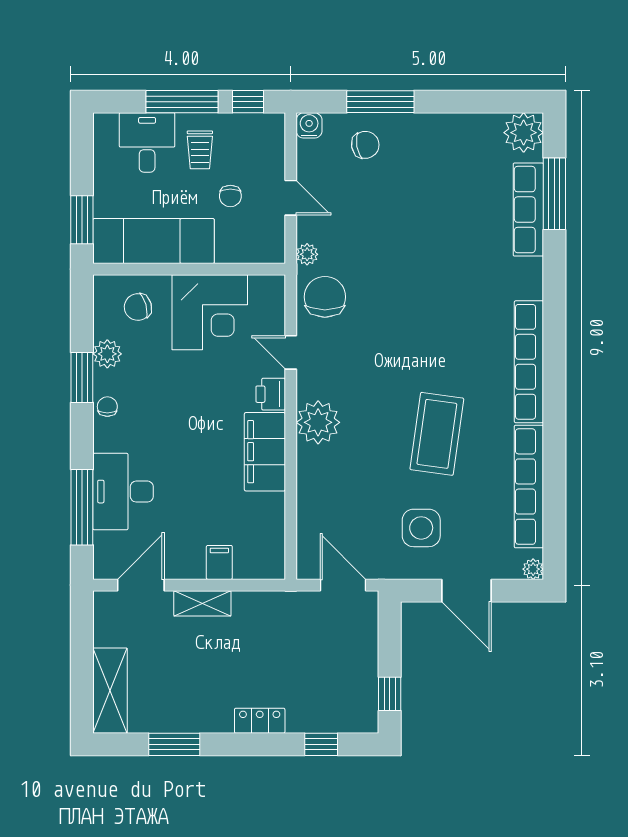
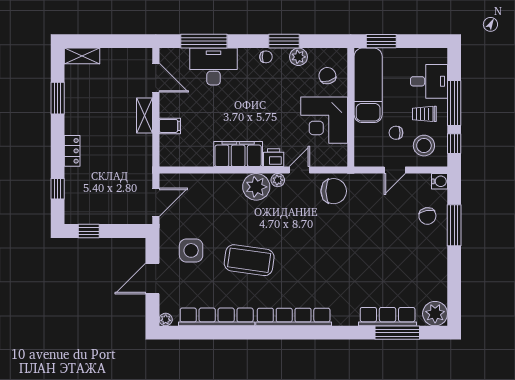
stool: (251, 151) -> (424, 146), added
plant: (307, 254) -> (278, 180), moved
shelving: (110, 691) -> (82, 56), width x0.67, depth x0.75

